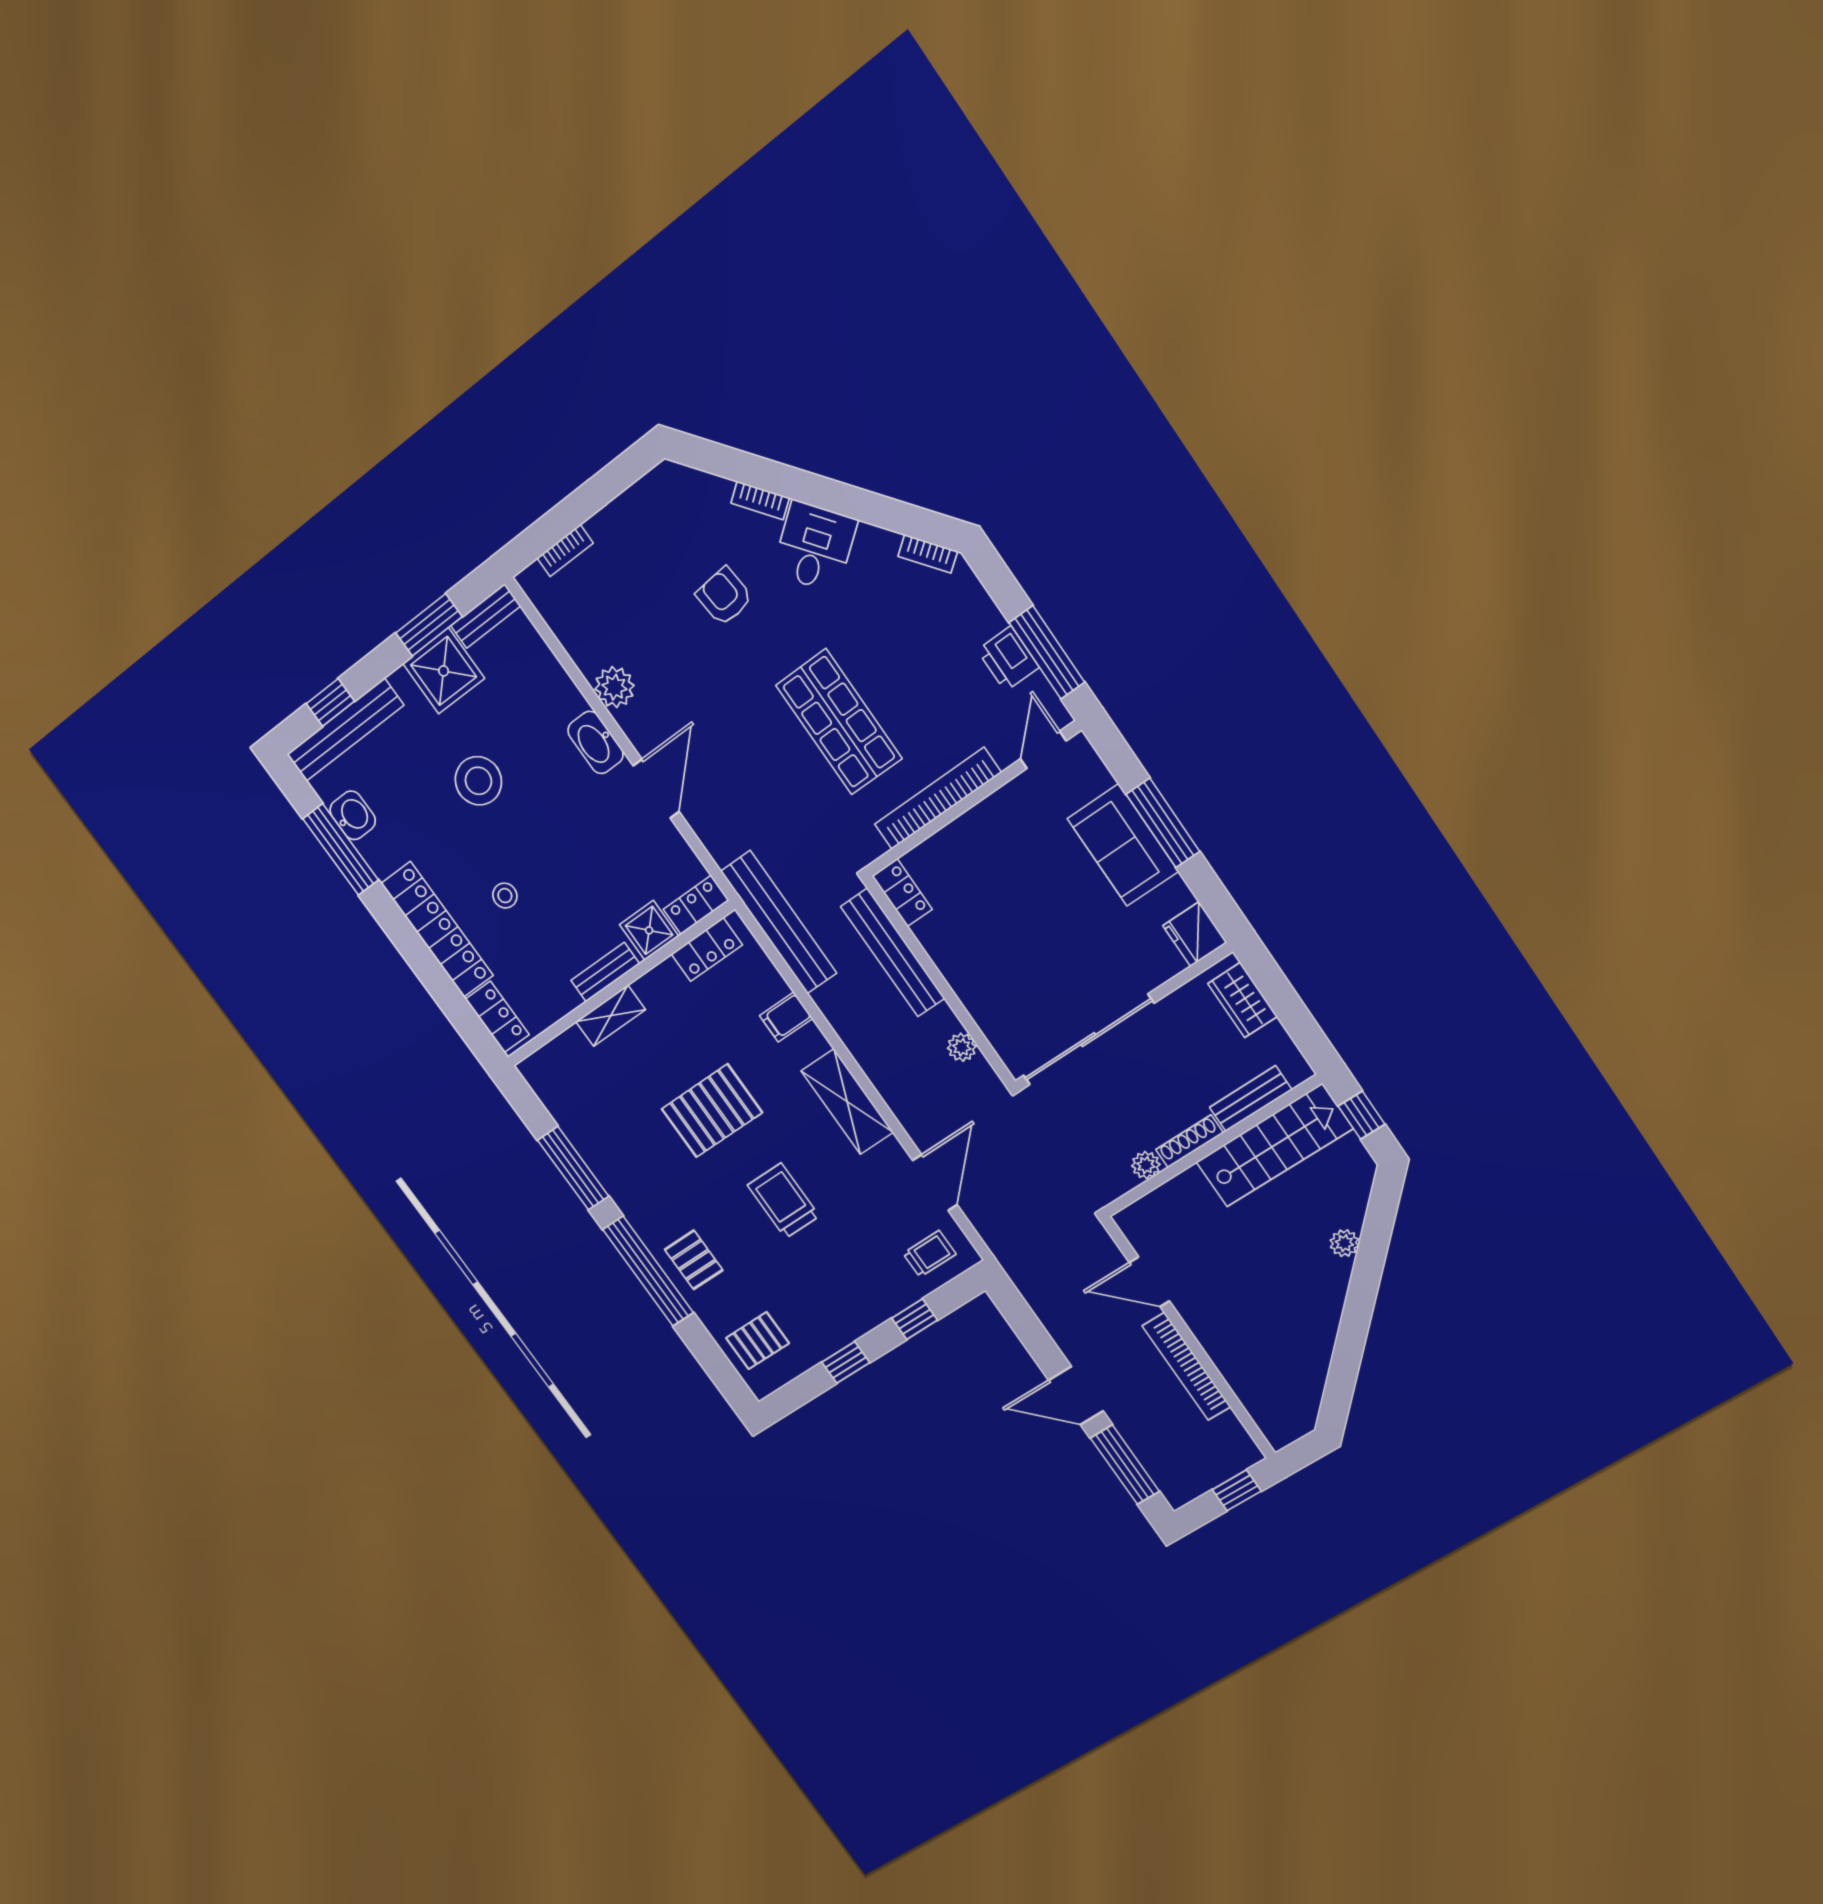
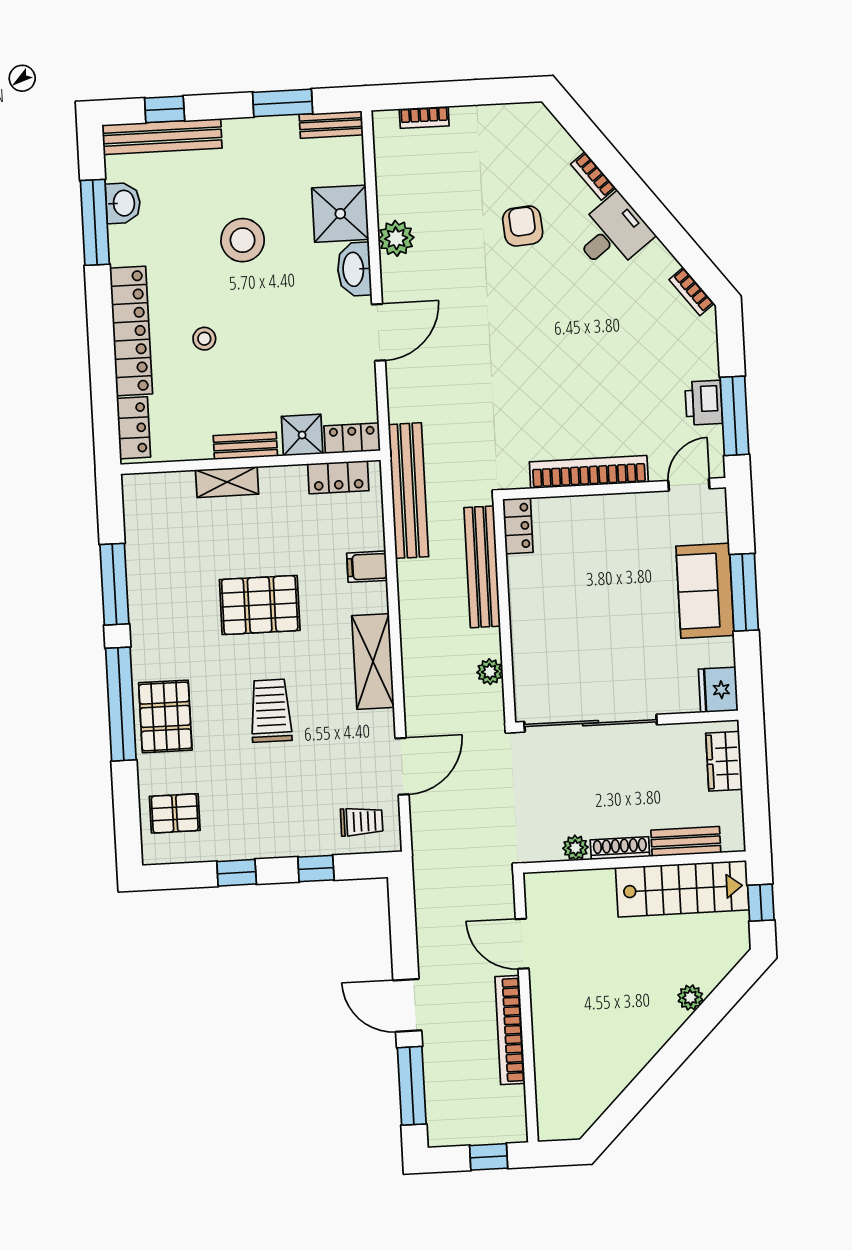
shower: (444, 671) -> (340, 214), moved
shop shelf: (839, 722) -> (550, 370), removed
pallet: (694, 1260) -> (165, 716), width x1.50, depth x1.42

